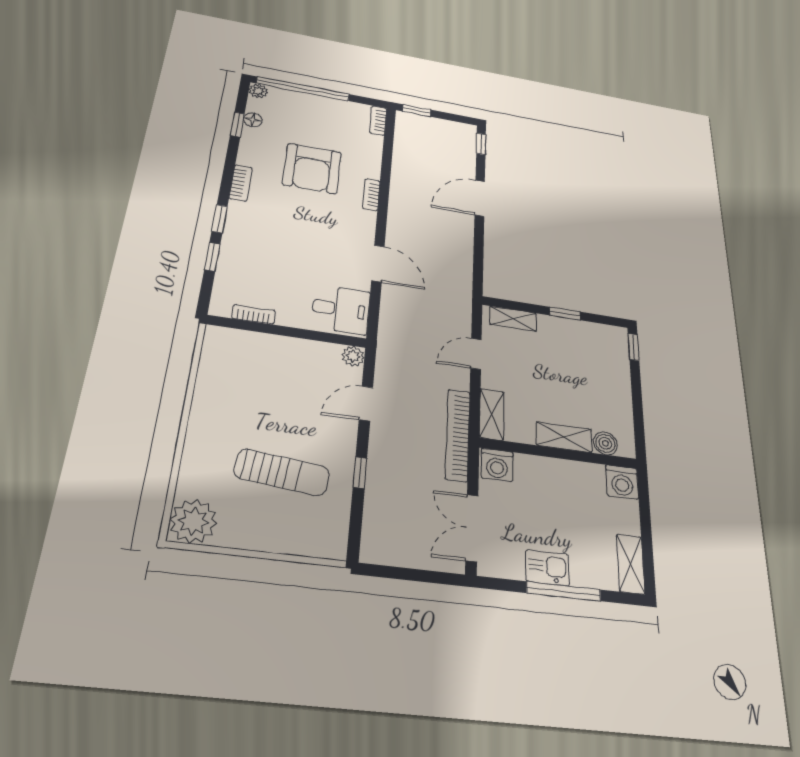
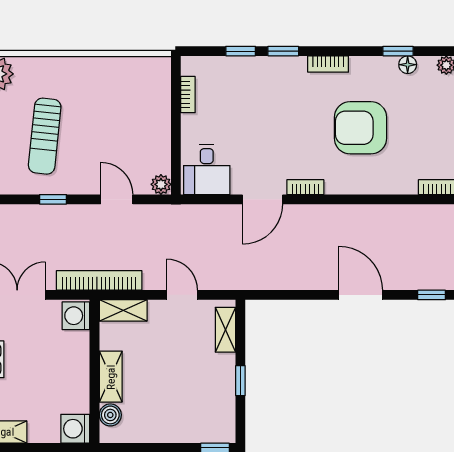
bookcase: (371, 195) -> (305, 187), moved

